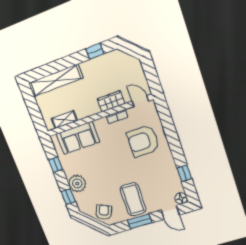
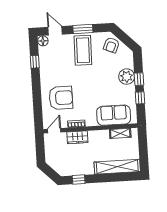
door: (140, 101) -> (54, 131), swing flipped
window: (68, 197) -> (139, 79), moved

